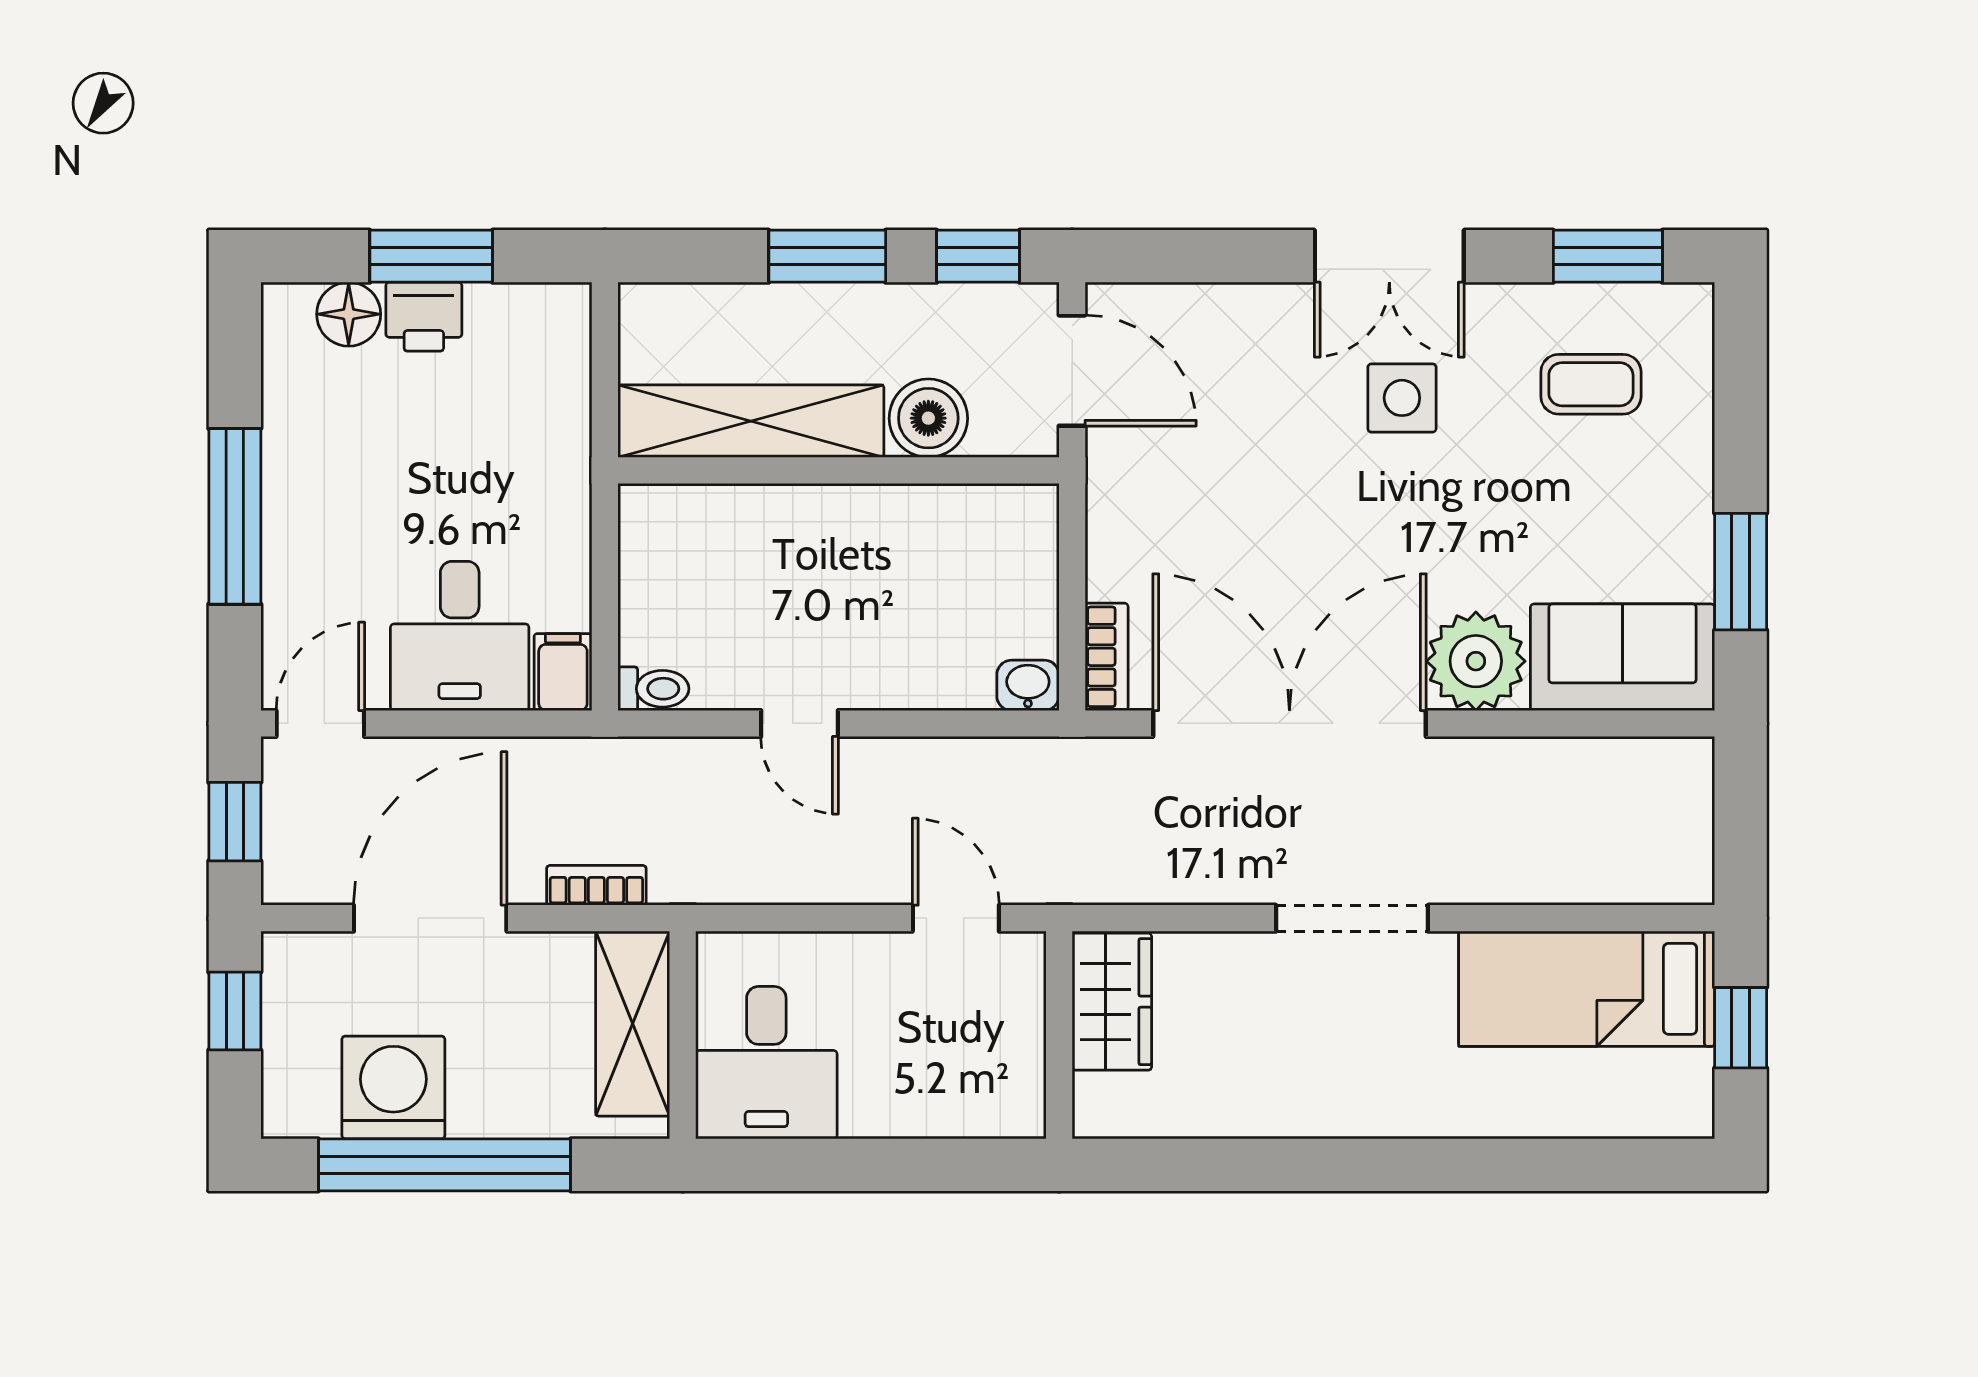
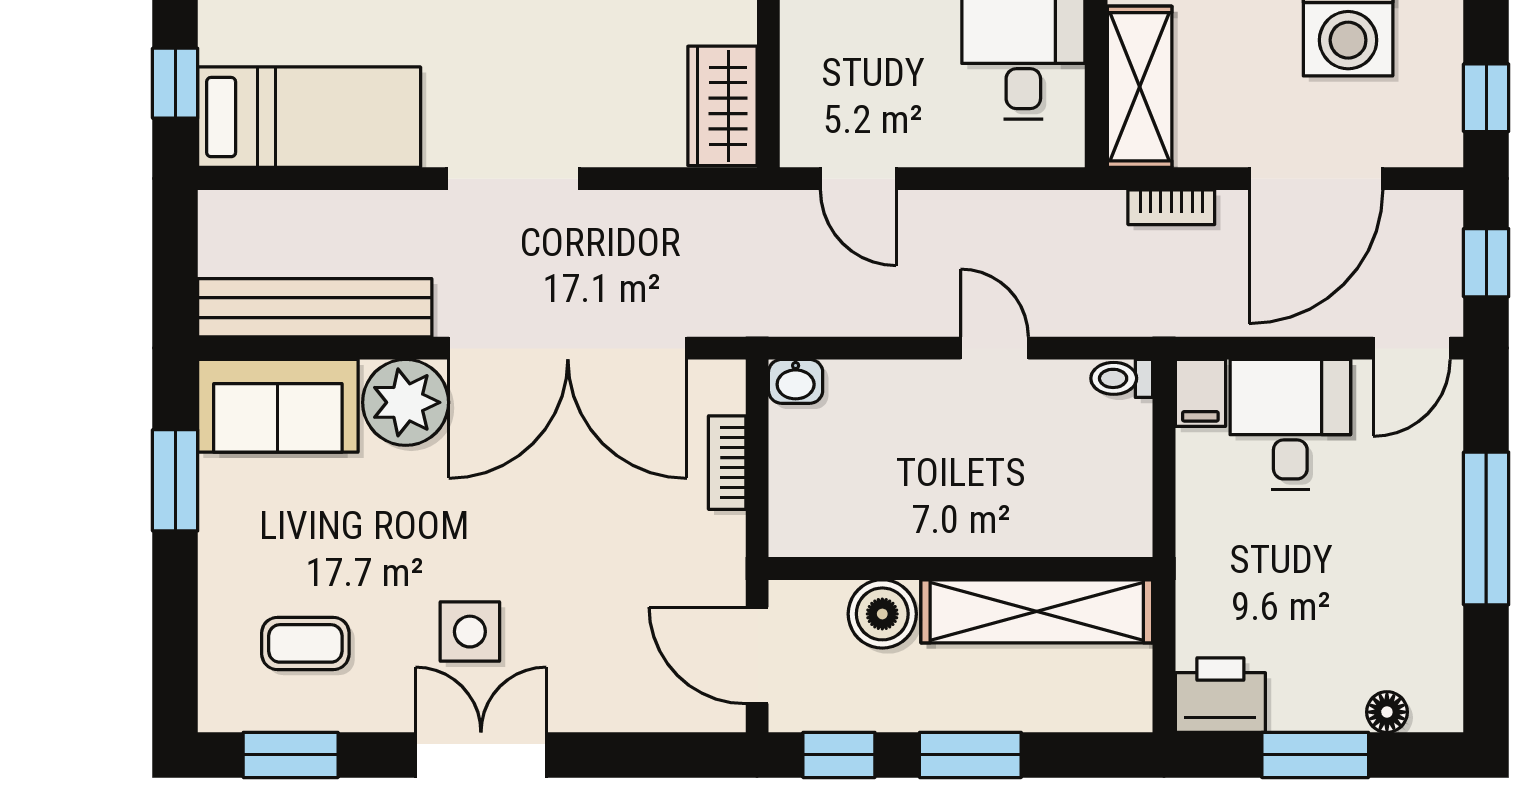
floor lamp: (349, 314) -> (1387, 712), width x0.73, depth x0.73
printer: (424, 317) -> (1220, 695), moved, width x1.36, depth x1.24
bookcase: (1107, 657) -> (727, 463), moved
bench: (1580, 770) -> (315, 308), added

